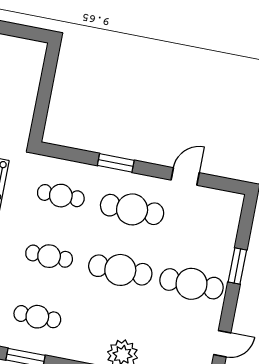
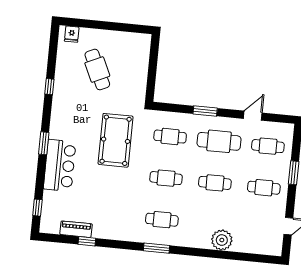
cafe table: (203, 223) -> (268, 146), added
cafe table: (120, 270) -> (215, 183), width x0.73, depth x0.74
cafe table: (192, 284) -> (264, 188), width x0.73, depth x0.74

